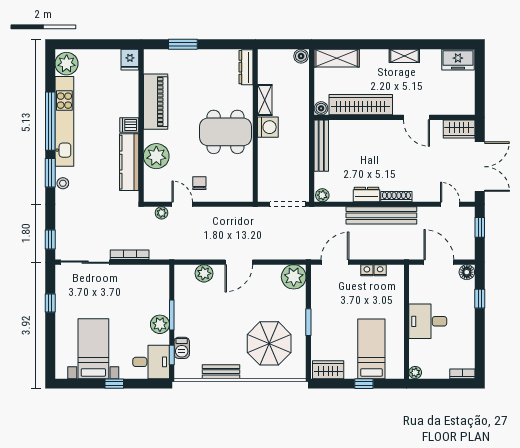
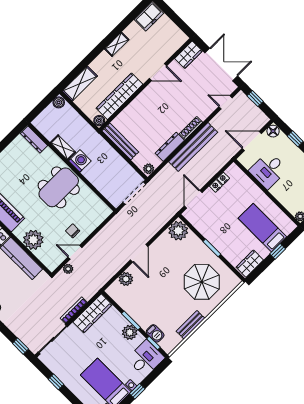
dresser: (366, 194) -> (170, 147), width x1.44
wardrobe: (144, 274) -> (92, 313), added
desk: (428, 321) -> (268, 170), moved

